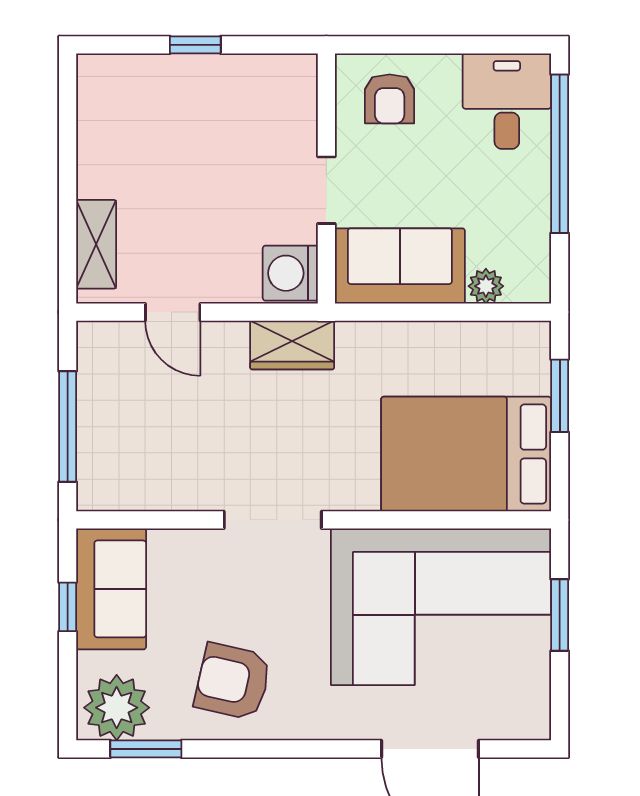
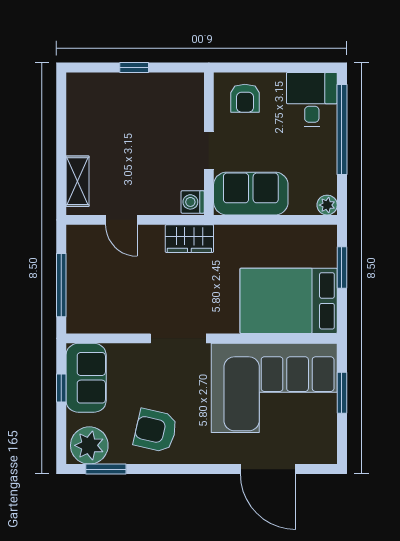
washing machine: (290, 273) -> (193, 202), width x0.73, depth x0.73
plant: (486, 286) -> (327, 205), moved

